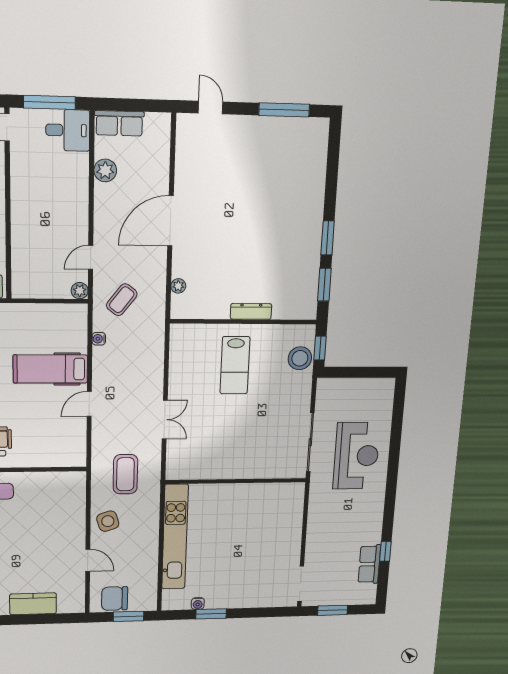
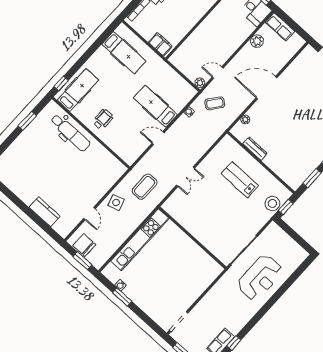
dresser: (251, 311) -> (255, 149), moved
lab bench: (235, 365) -> (240, 180), turned 90

